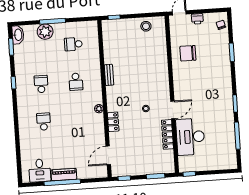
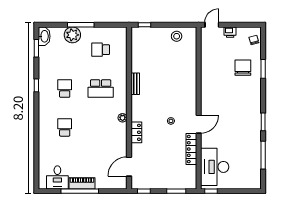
chair: (188, 53) -> (243, 68), moved, turned 90
school desk: (76, 82) -> (101, 89), width x1.85
desk: (190, 137) -> (215, 167), moved

